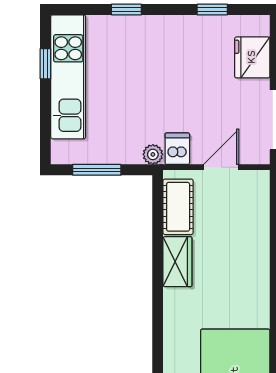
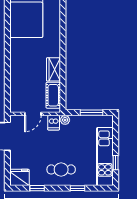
cafe table: (161, 49) -> (61, 169), added
fridge: (252, 57) -> (20, 177), moved, turned -90

